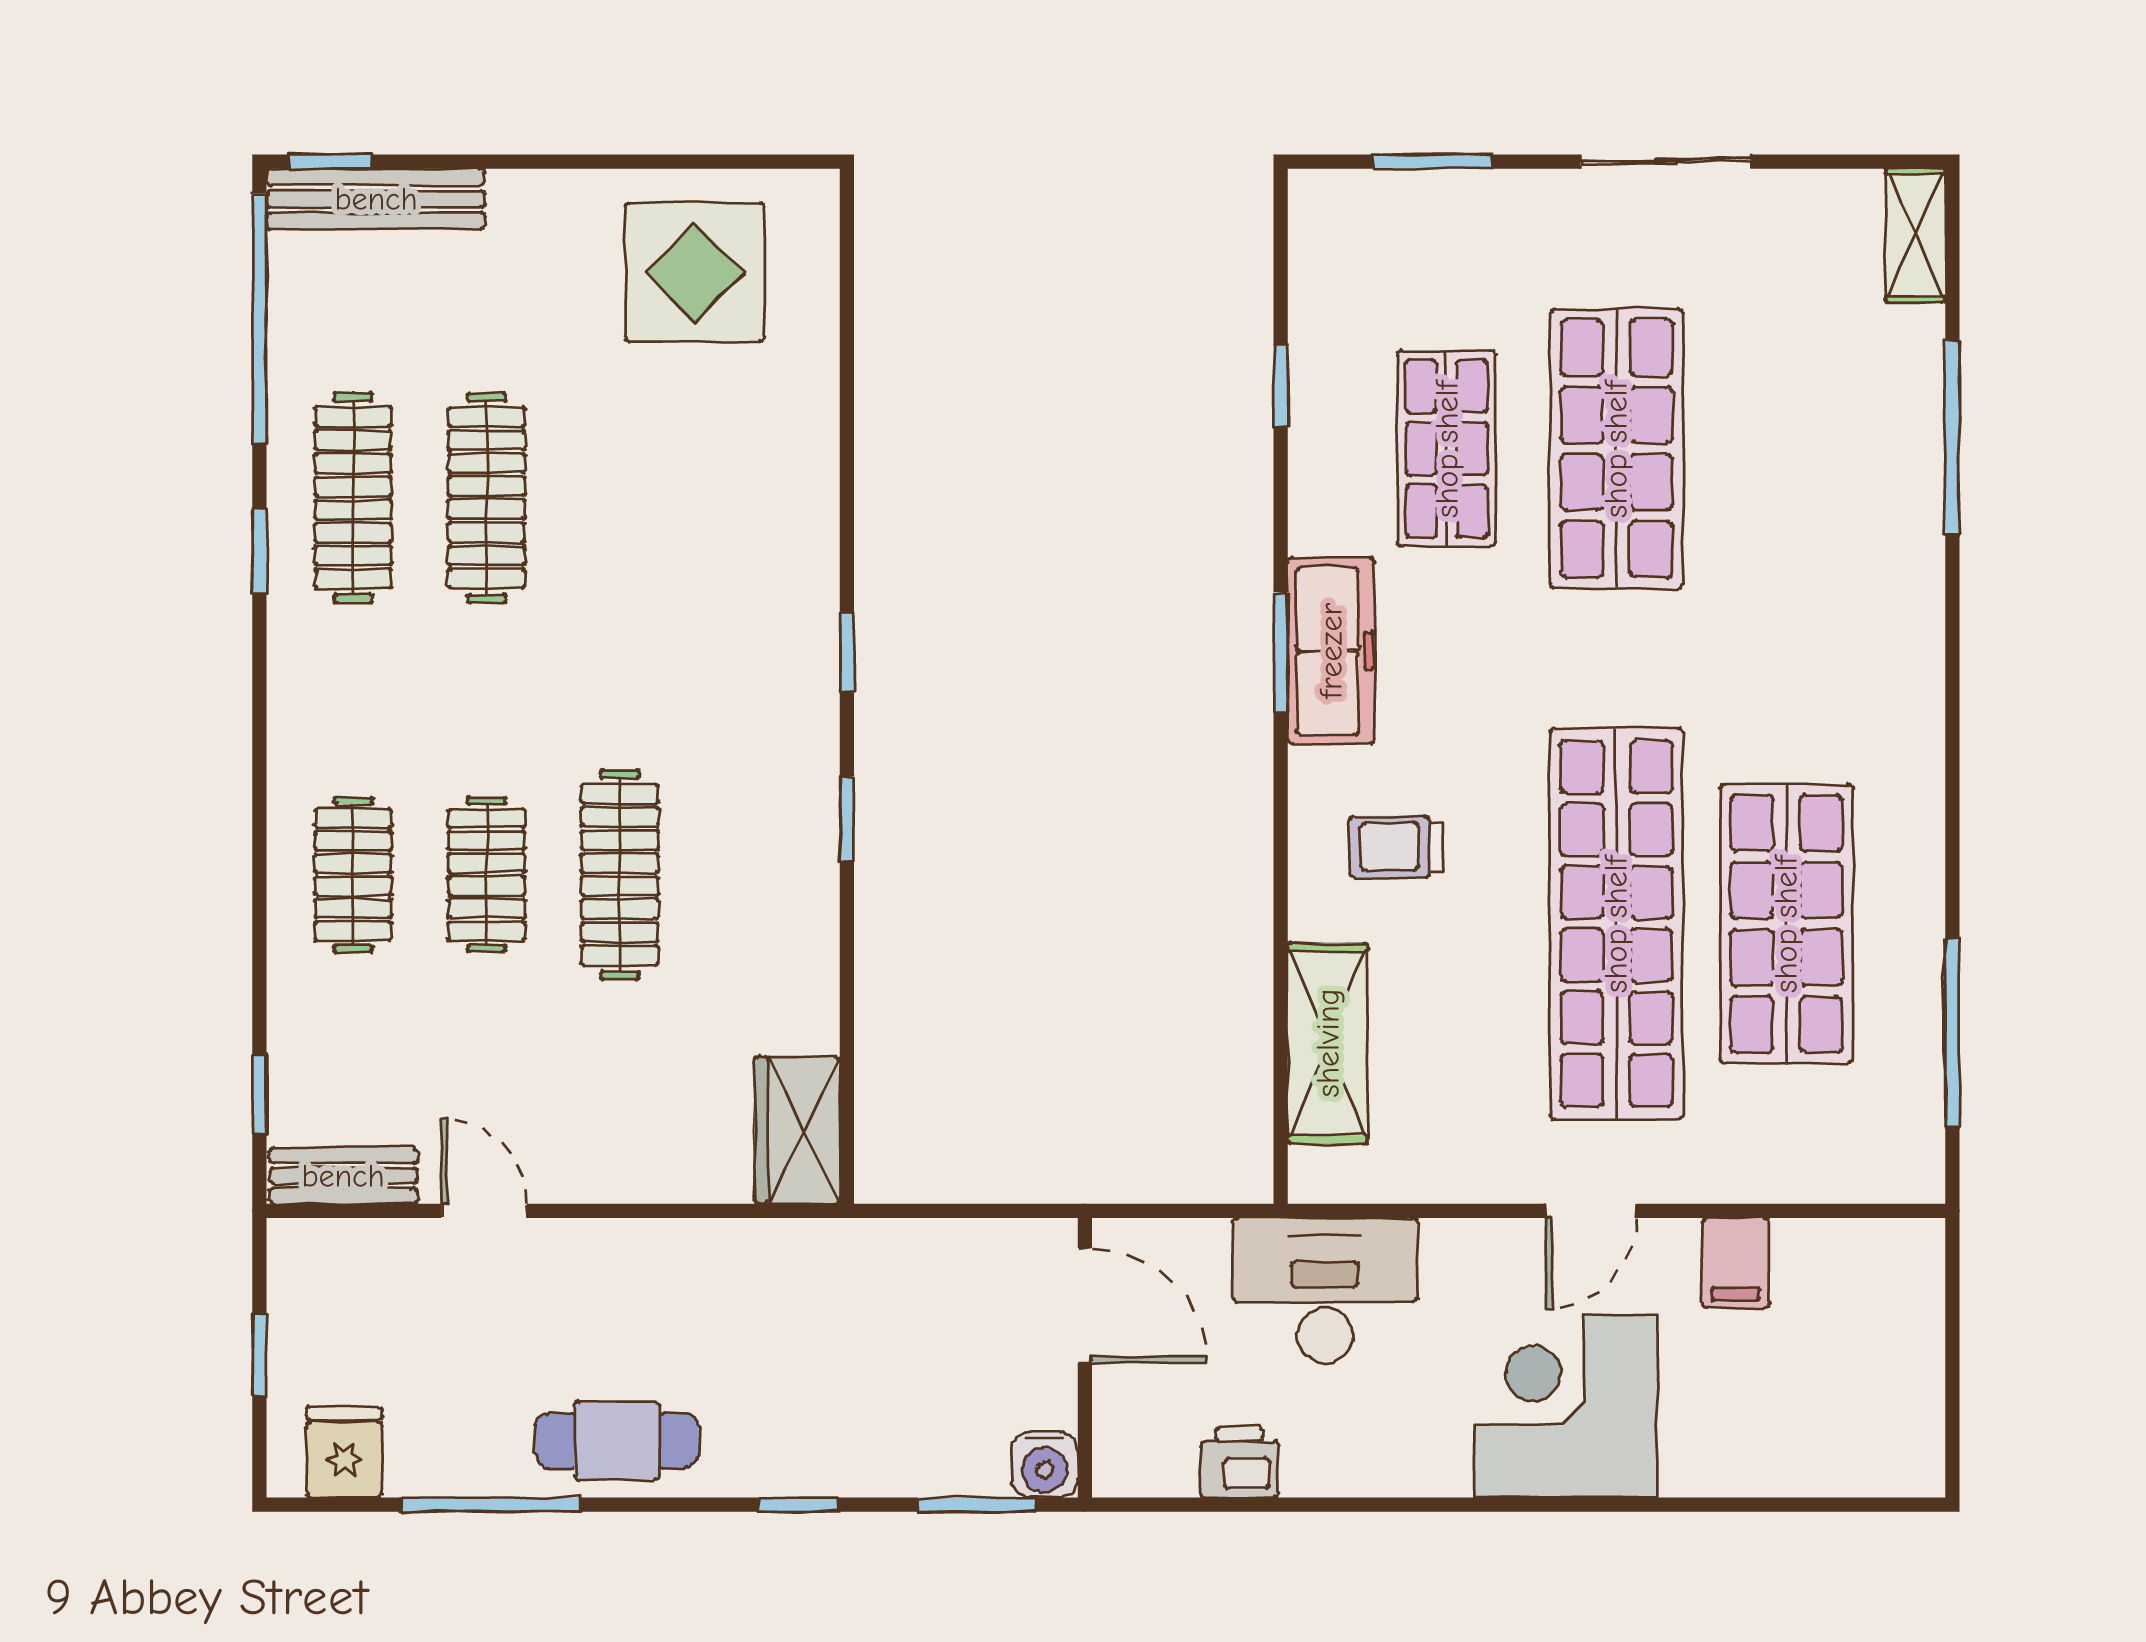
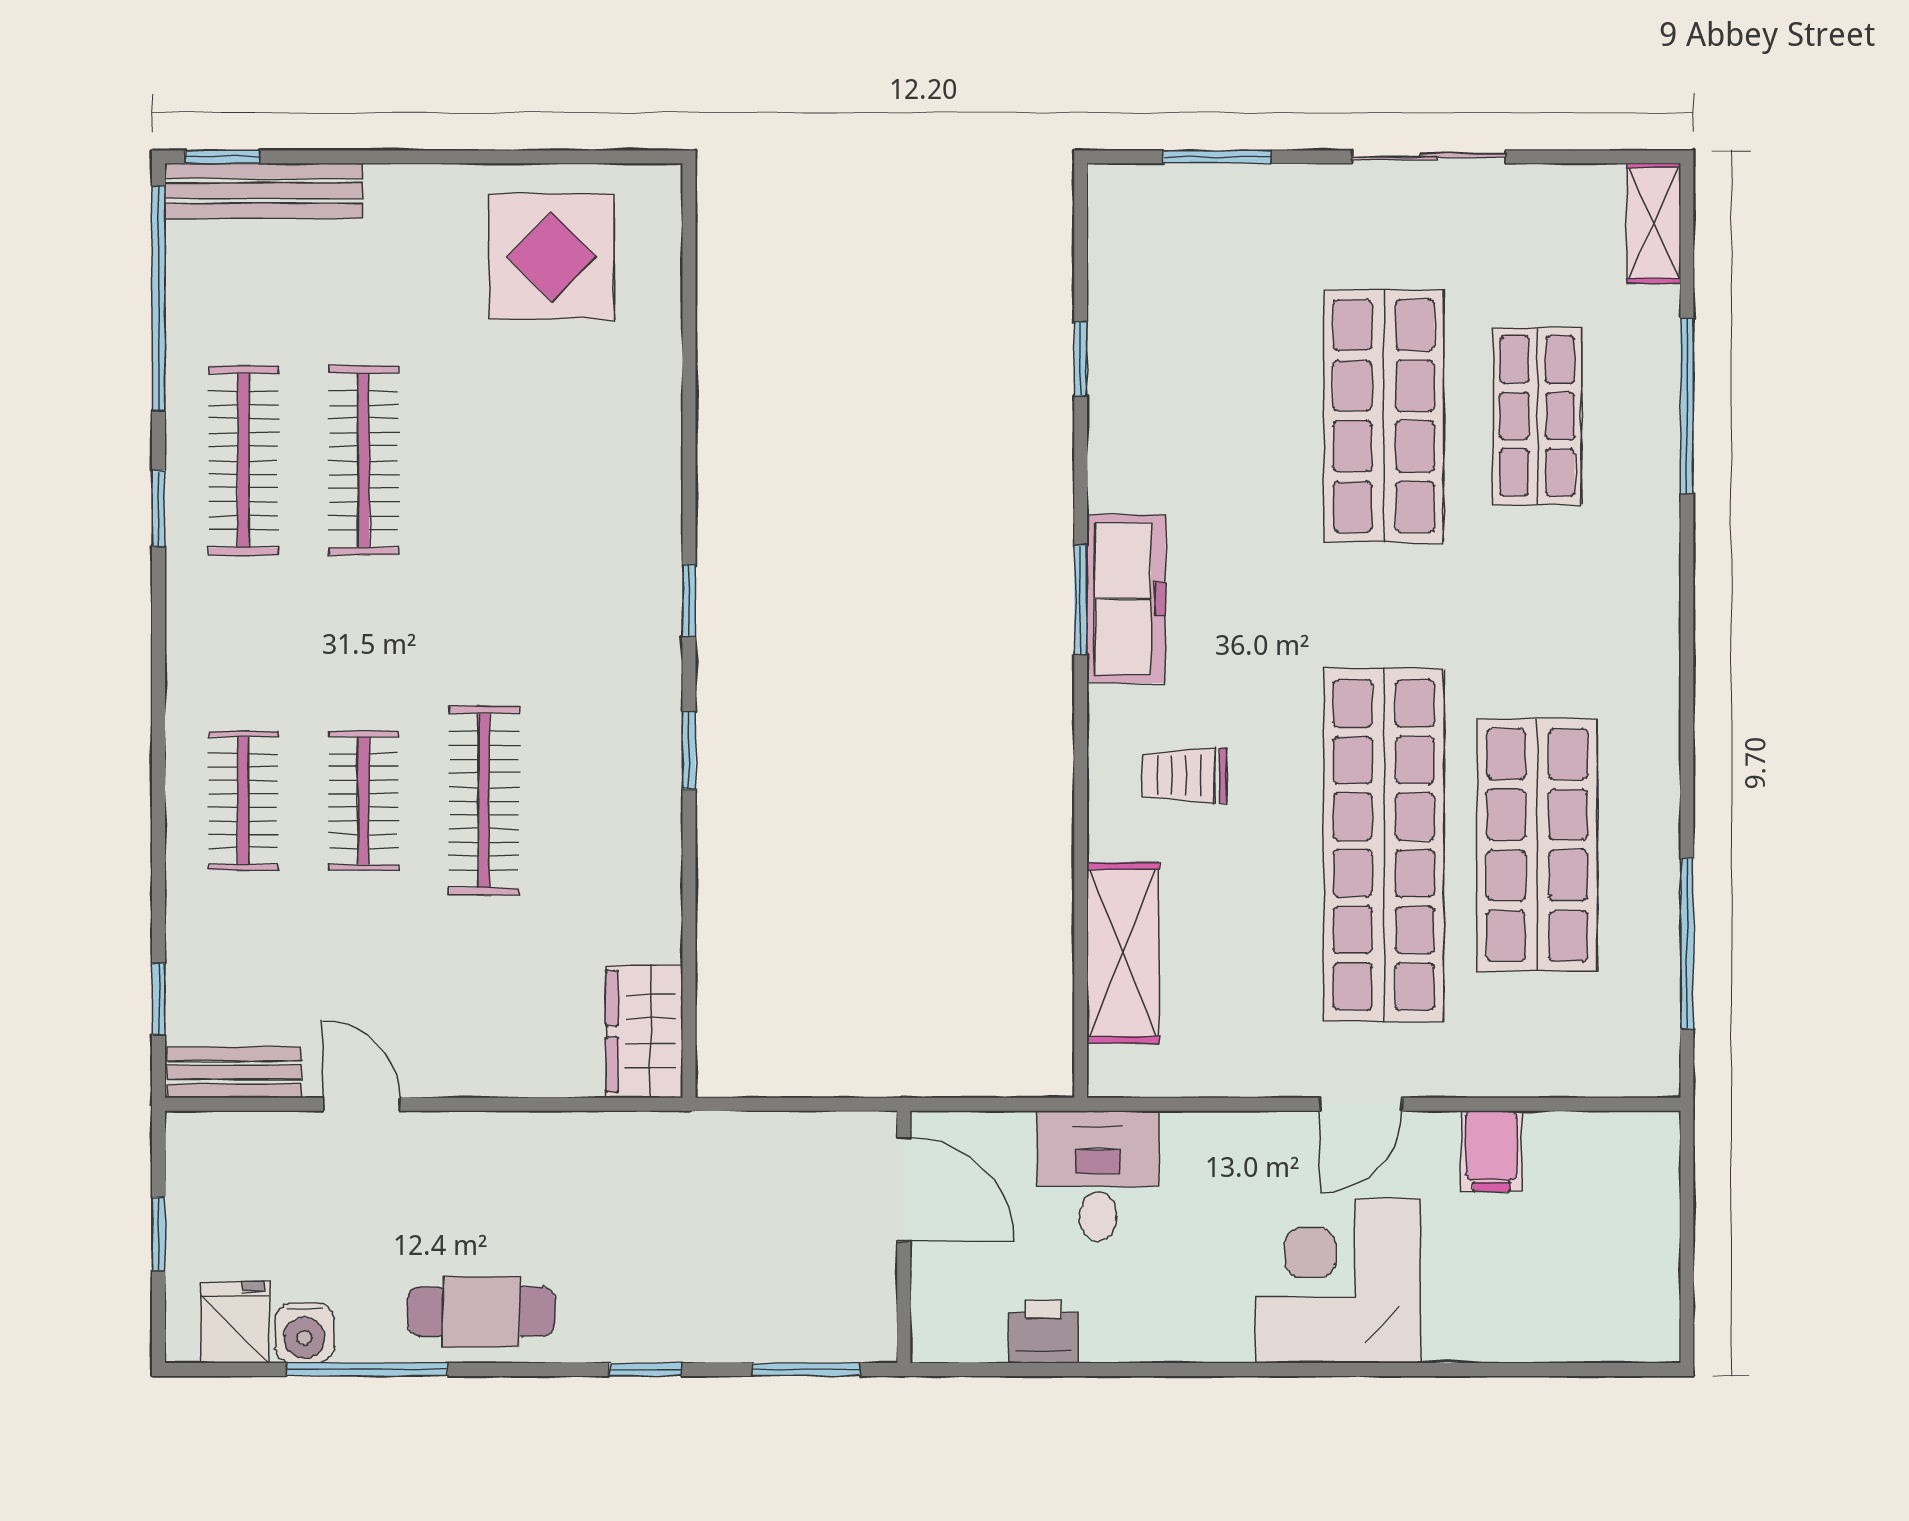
shop shelf: (1447, 449) -> (1537, 416), moved
desk: (1325, 1290) -> (1098, 1176), width x0.73
water cooler: (1045, 1464) -> (304, 1333), moved

